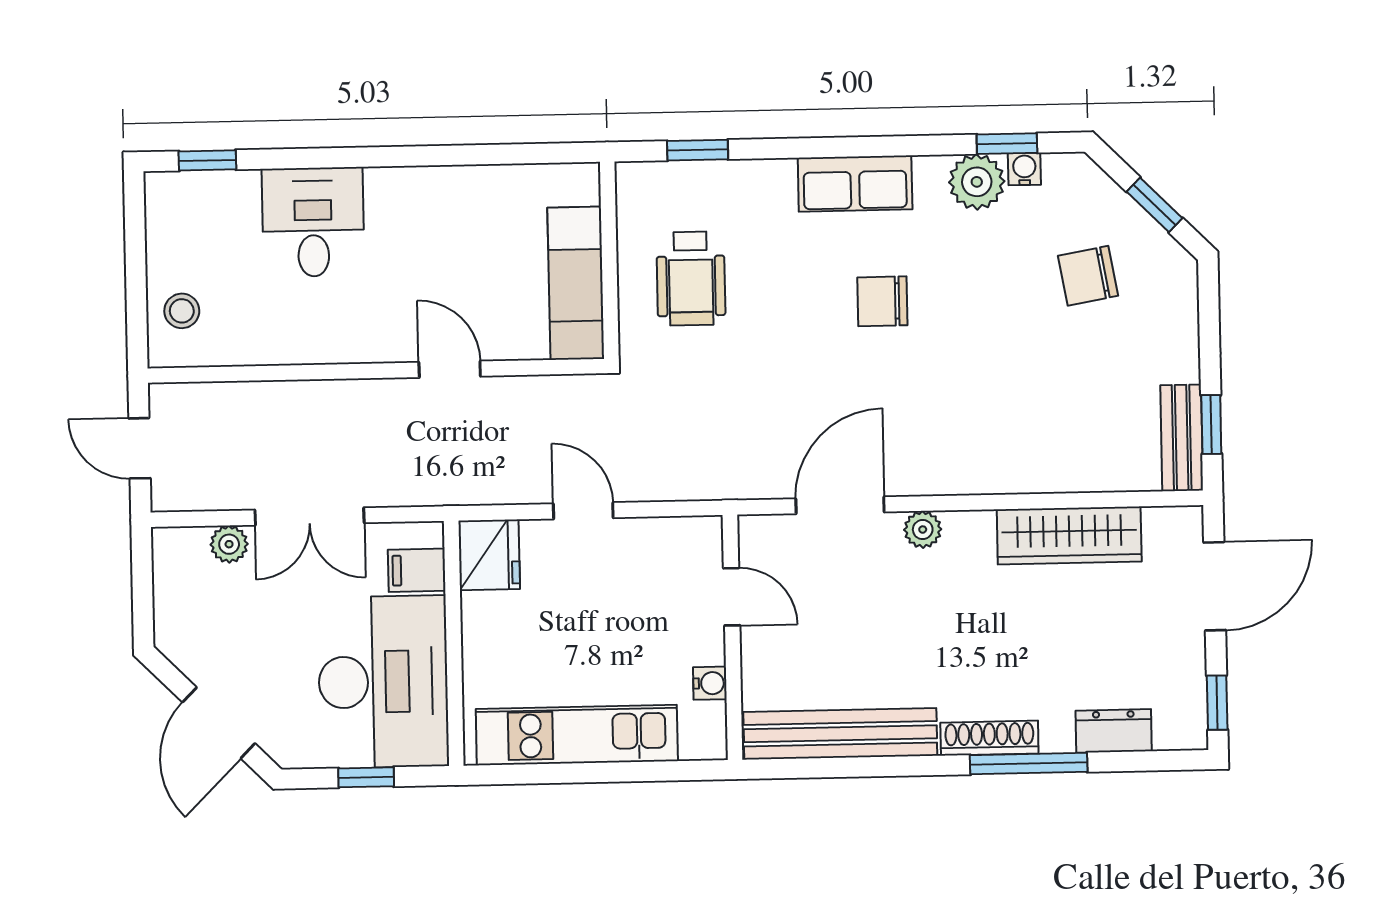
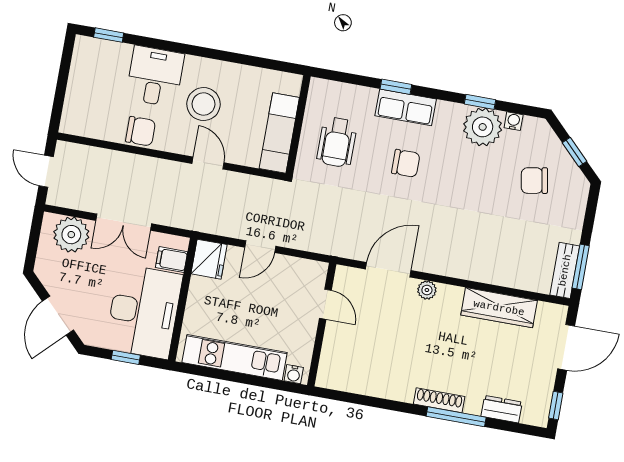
window: (1007, 144) -> (480, 102), moved
window: (698, 150) -> (396, 87), moved
plant: (977, 182) -> (483, 127), width x1.36, depth x1.36
row of seats: (855, 184) -> (406, 107), moved
chair: (882, 301) -> (406, 163), moved, turned 180
stool: (182, 311) -> (204, 104), moved, width x1.89, depth x1.89
chair: (307, 334) -> (141, 131), added
window: (1211, 425) -> (581, 267), width x1.50
door: (583, 511) -> (260, 247), swing flipped
plant: (229, 544) -> (71, 235), width x1.87, depth x1.87
water cooler: (710, 683) -> (294, 374), moved, turned 90
bench: (840, 734) -> (366, 383), removed

